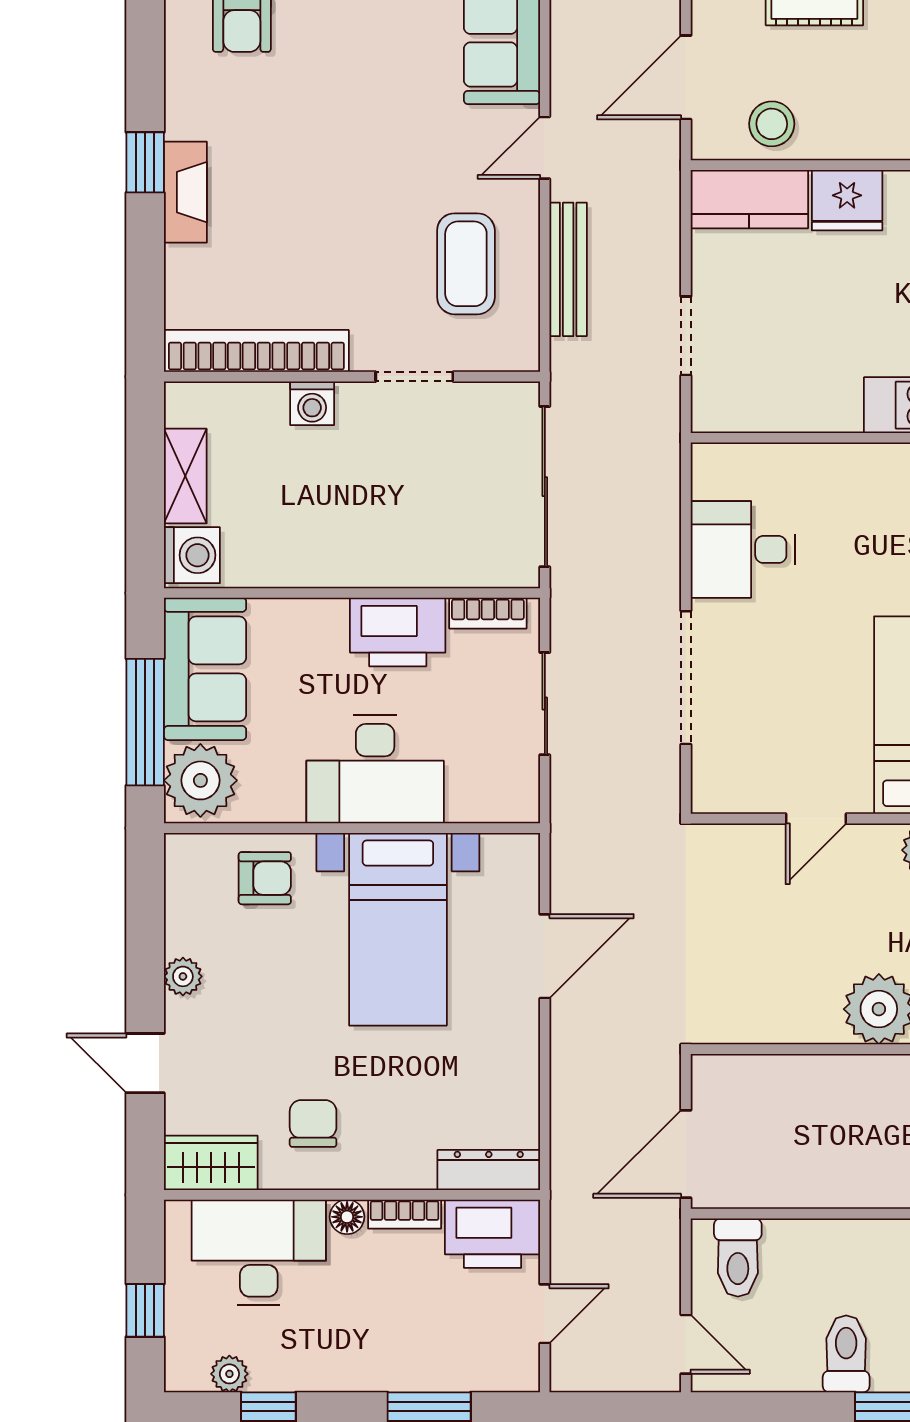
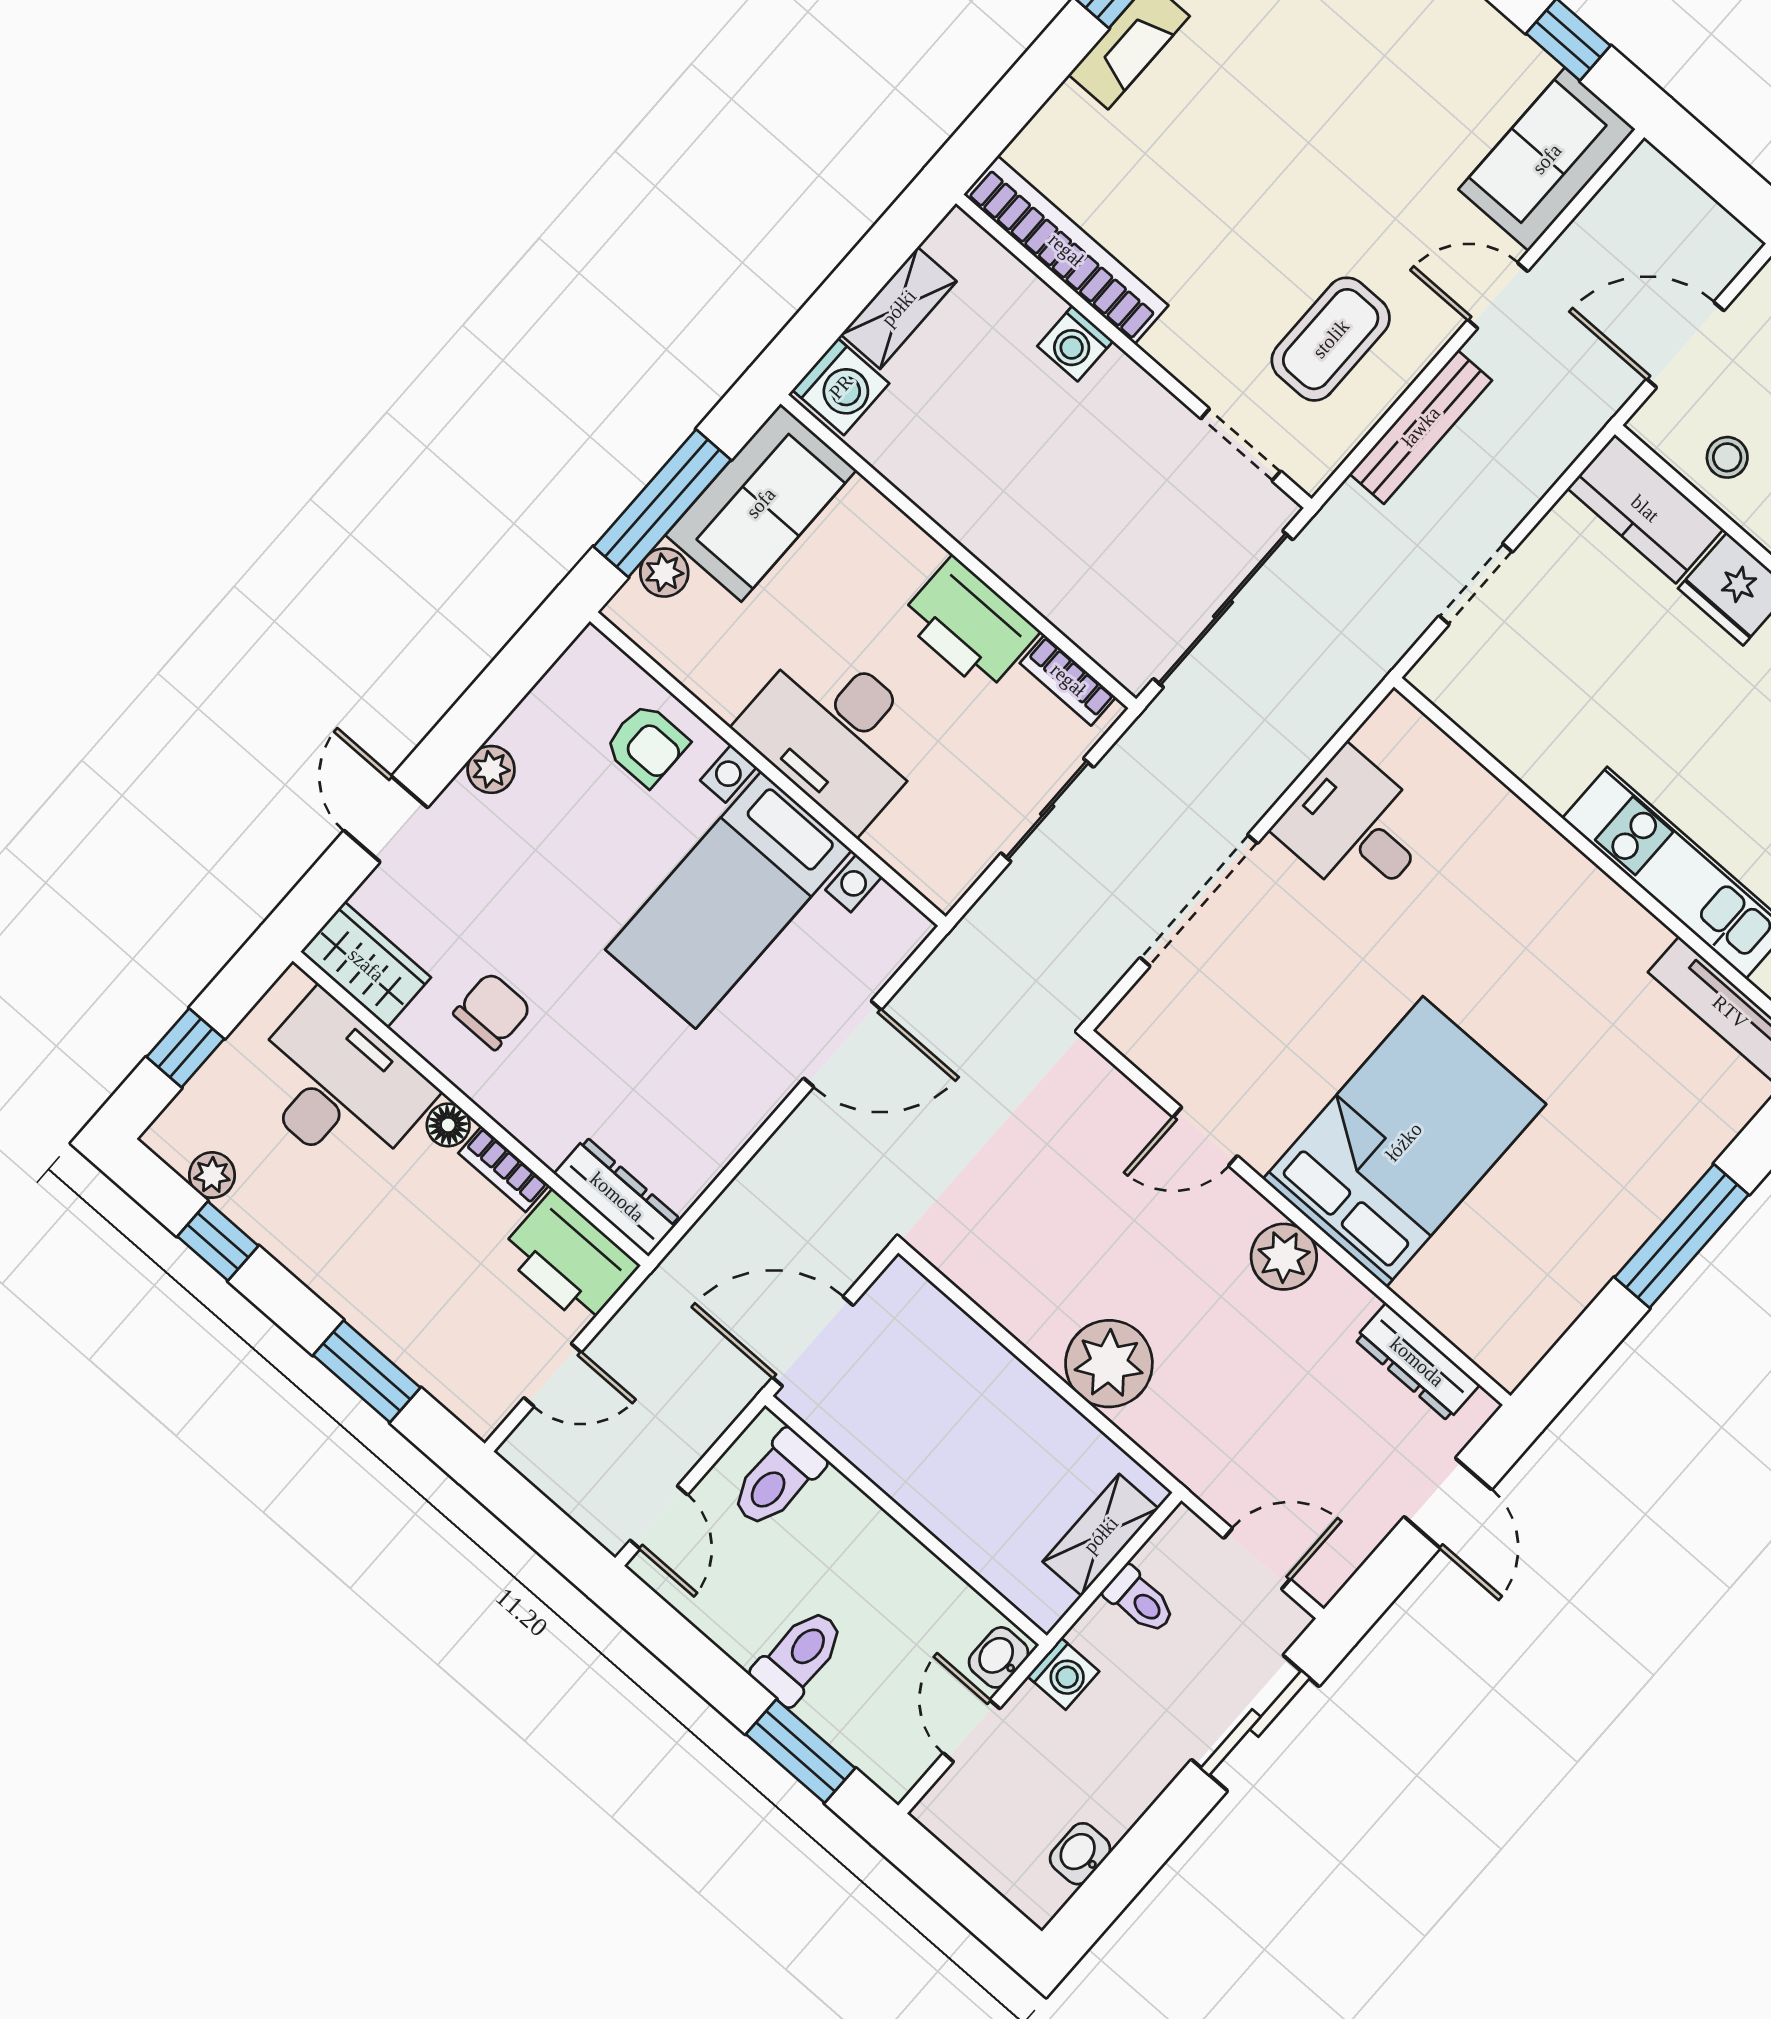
stool: (772, 124) -> (1727, 457), width x0.73, depth x0.73
doorway: (414, 377) -> (1241, 445), moved
plant: (200, 780) -> (664, 573), width x0.53, depth x0.53

